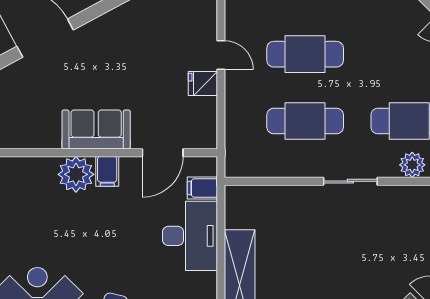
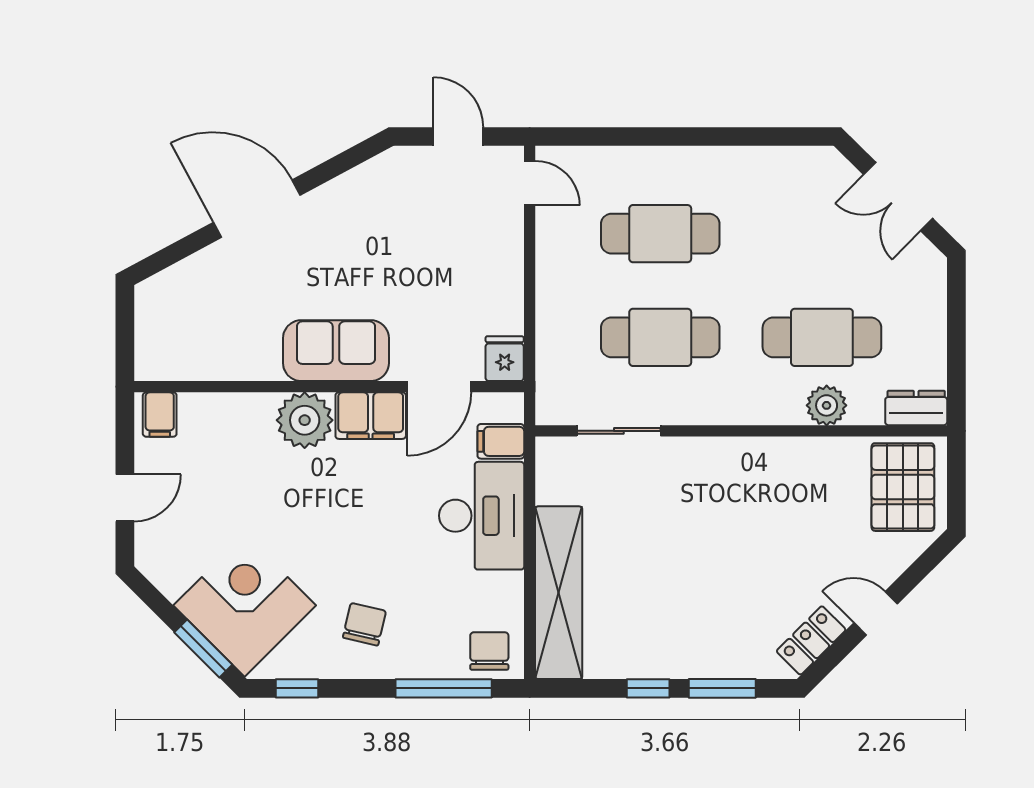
door: (221, 55) -> (530, 183), moved
fridge: (203, 83) -> (505, 359), moved, turned 90
filing cabinet: (107, 171) -> (371, 416), width x2.00
sliding door: (350, 181) -> (619, 431), moved

